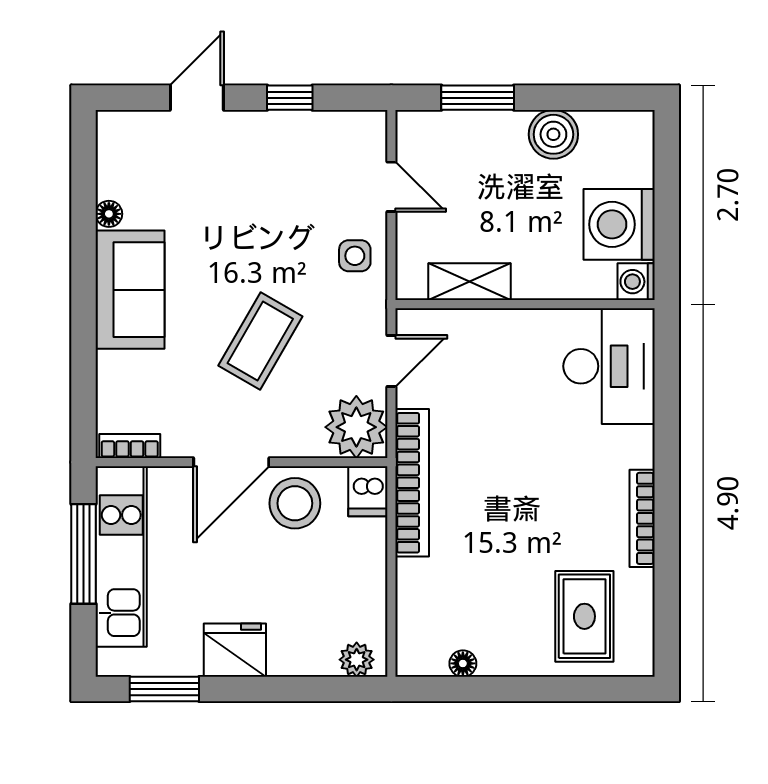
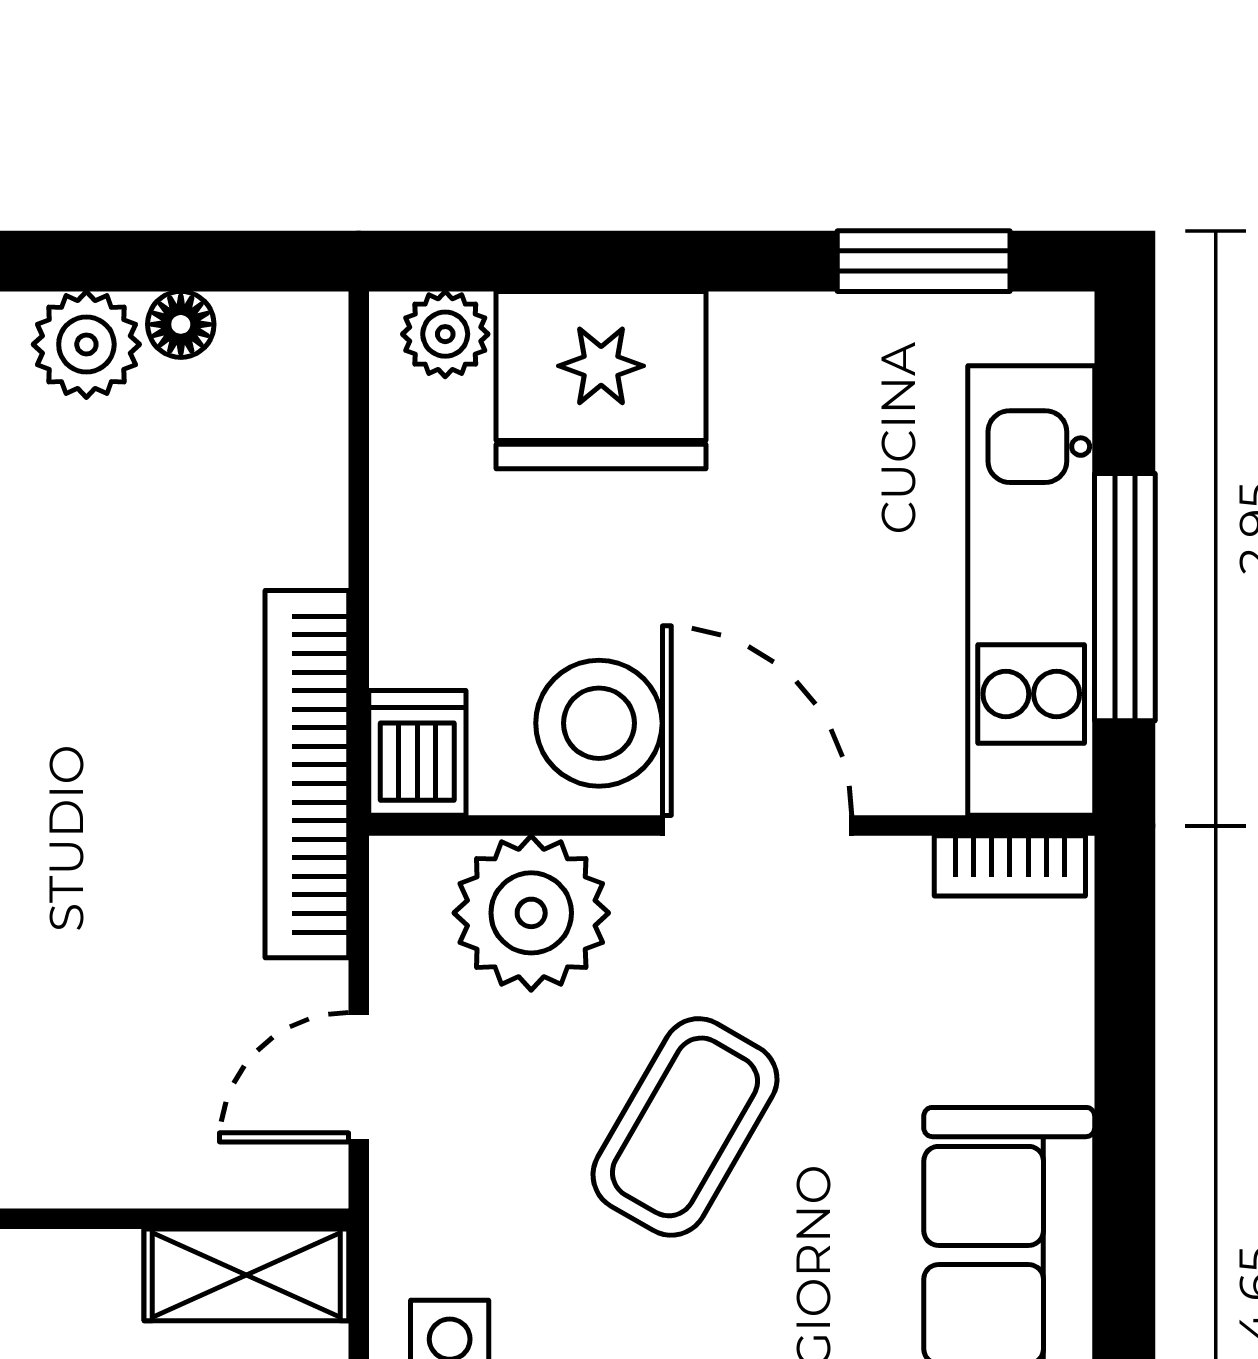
shelving: (470, 282) -> (246, 1275), moved
plant: (356, 427) -> (531, 913), moved
door: (231, 462) -> (757, 826), hinge flipped
fridge: (235, 650) -> (601, 380), moved, width x1.36, depth x1.34
plant: (501, 655) -> (86, 344), added

